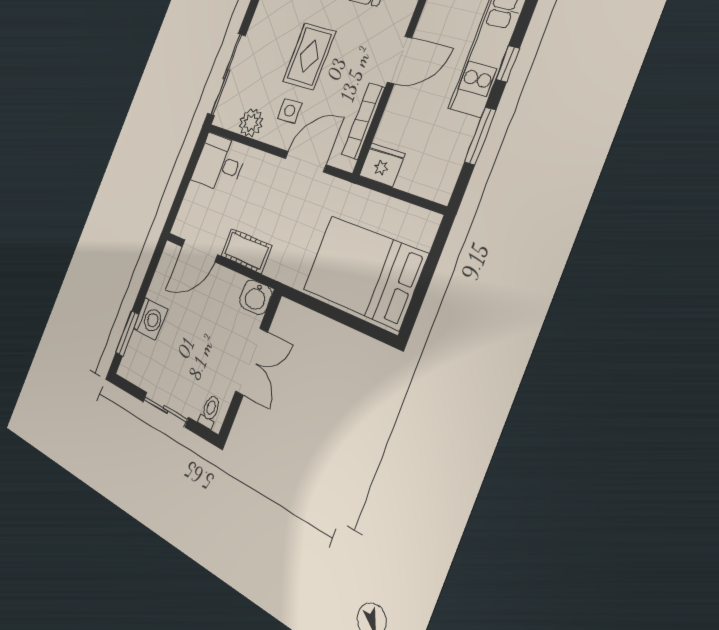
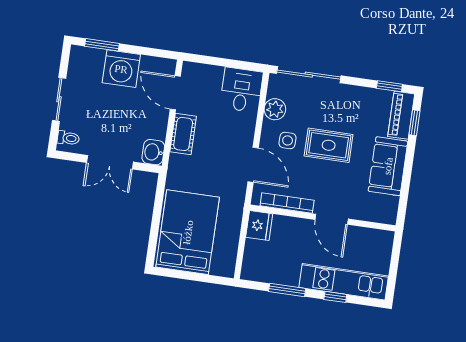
washing machine: (150, 319) -> (121, 69), width x1.37, depth x1.37

